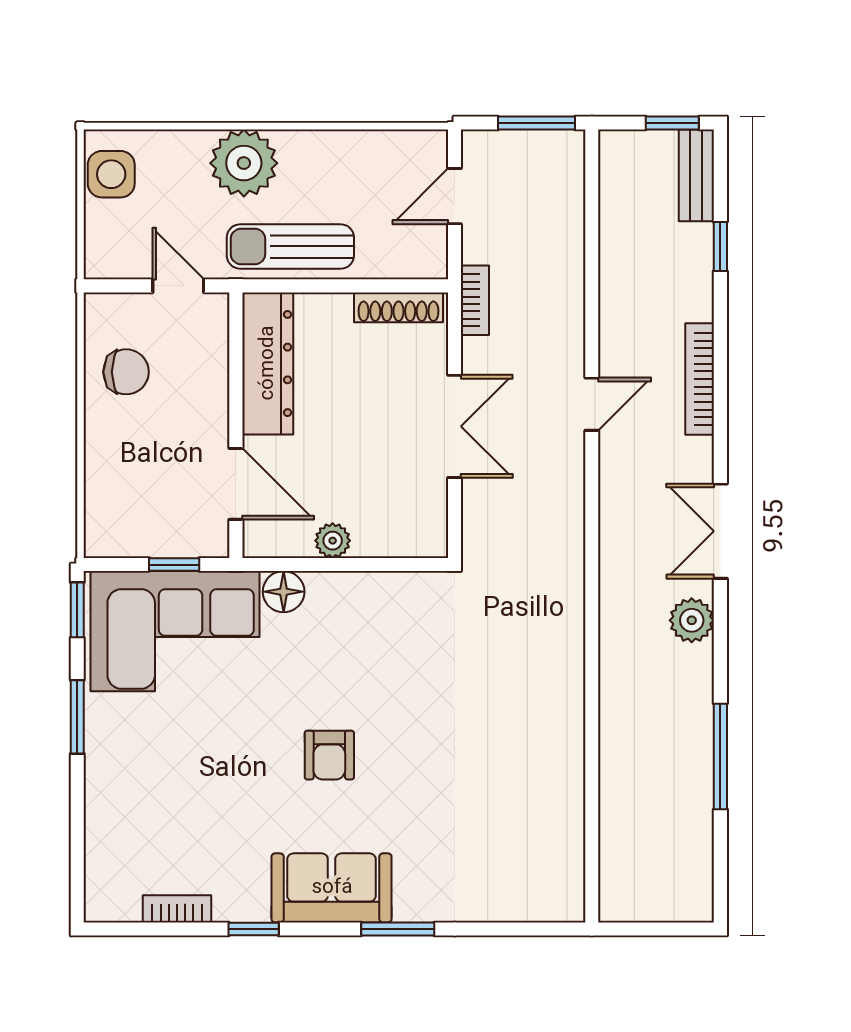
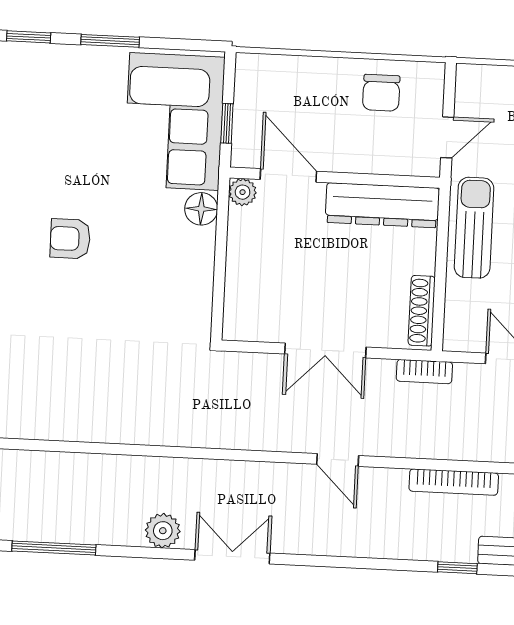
bookcase: (700, 379) -> (454, 482), moved, turned 180
door: (236, 484) -> (288, 175), swing flipped
plant: (333, 541) -> (243, 192), moved
window: (77, 610) -> (29, 37), moved

